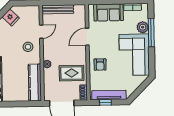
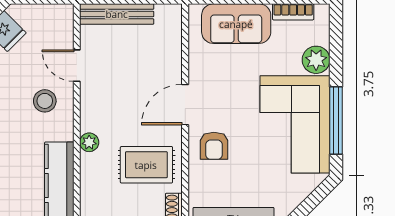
door: (41, 32) -> (77, 66), swing flipped
window: (151, 32) -> (336, 120), moved
door: (87, 37) -> (185, 105), moved

